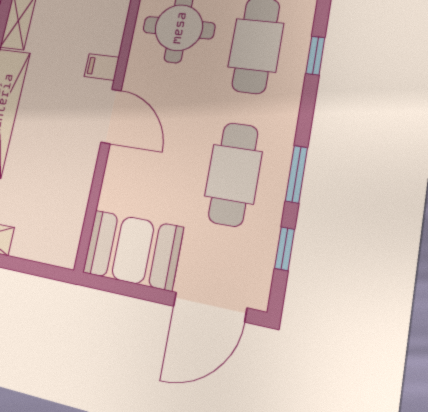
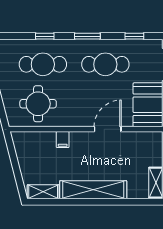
door: (111, 116) -> (108, 129), moved
window: (296, 174) -> (87, 36), moved

